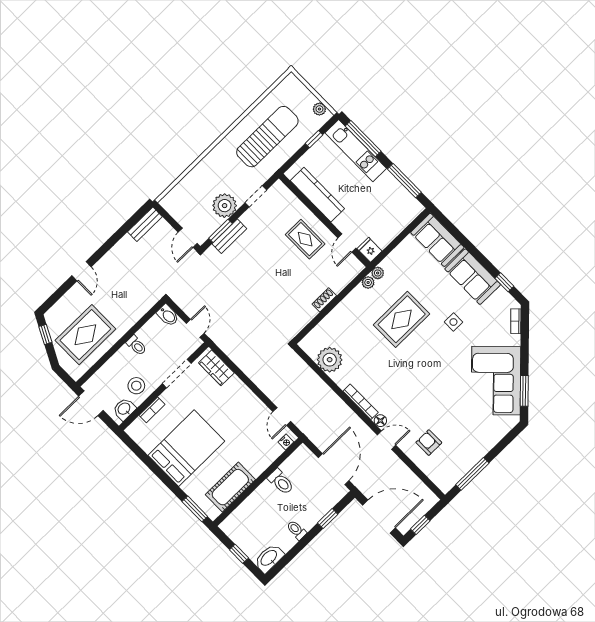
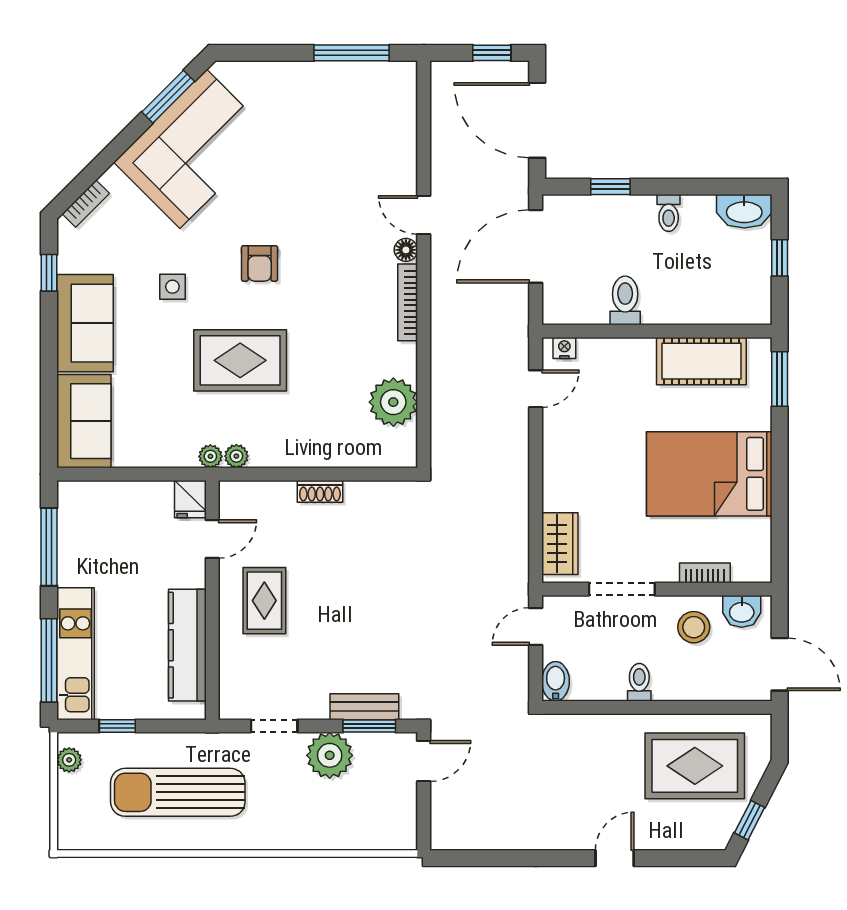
bench: (145, 224) -> (464, 837), removed
armchair: (429, 443) -> (260, 263), moved

